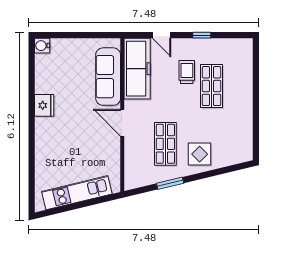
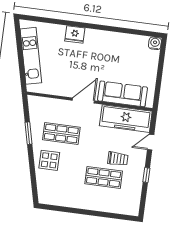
fridge: (44, 105) -> (75, 34), moved

